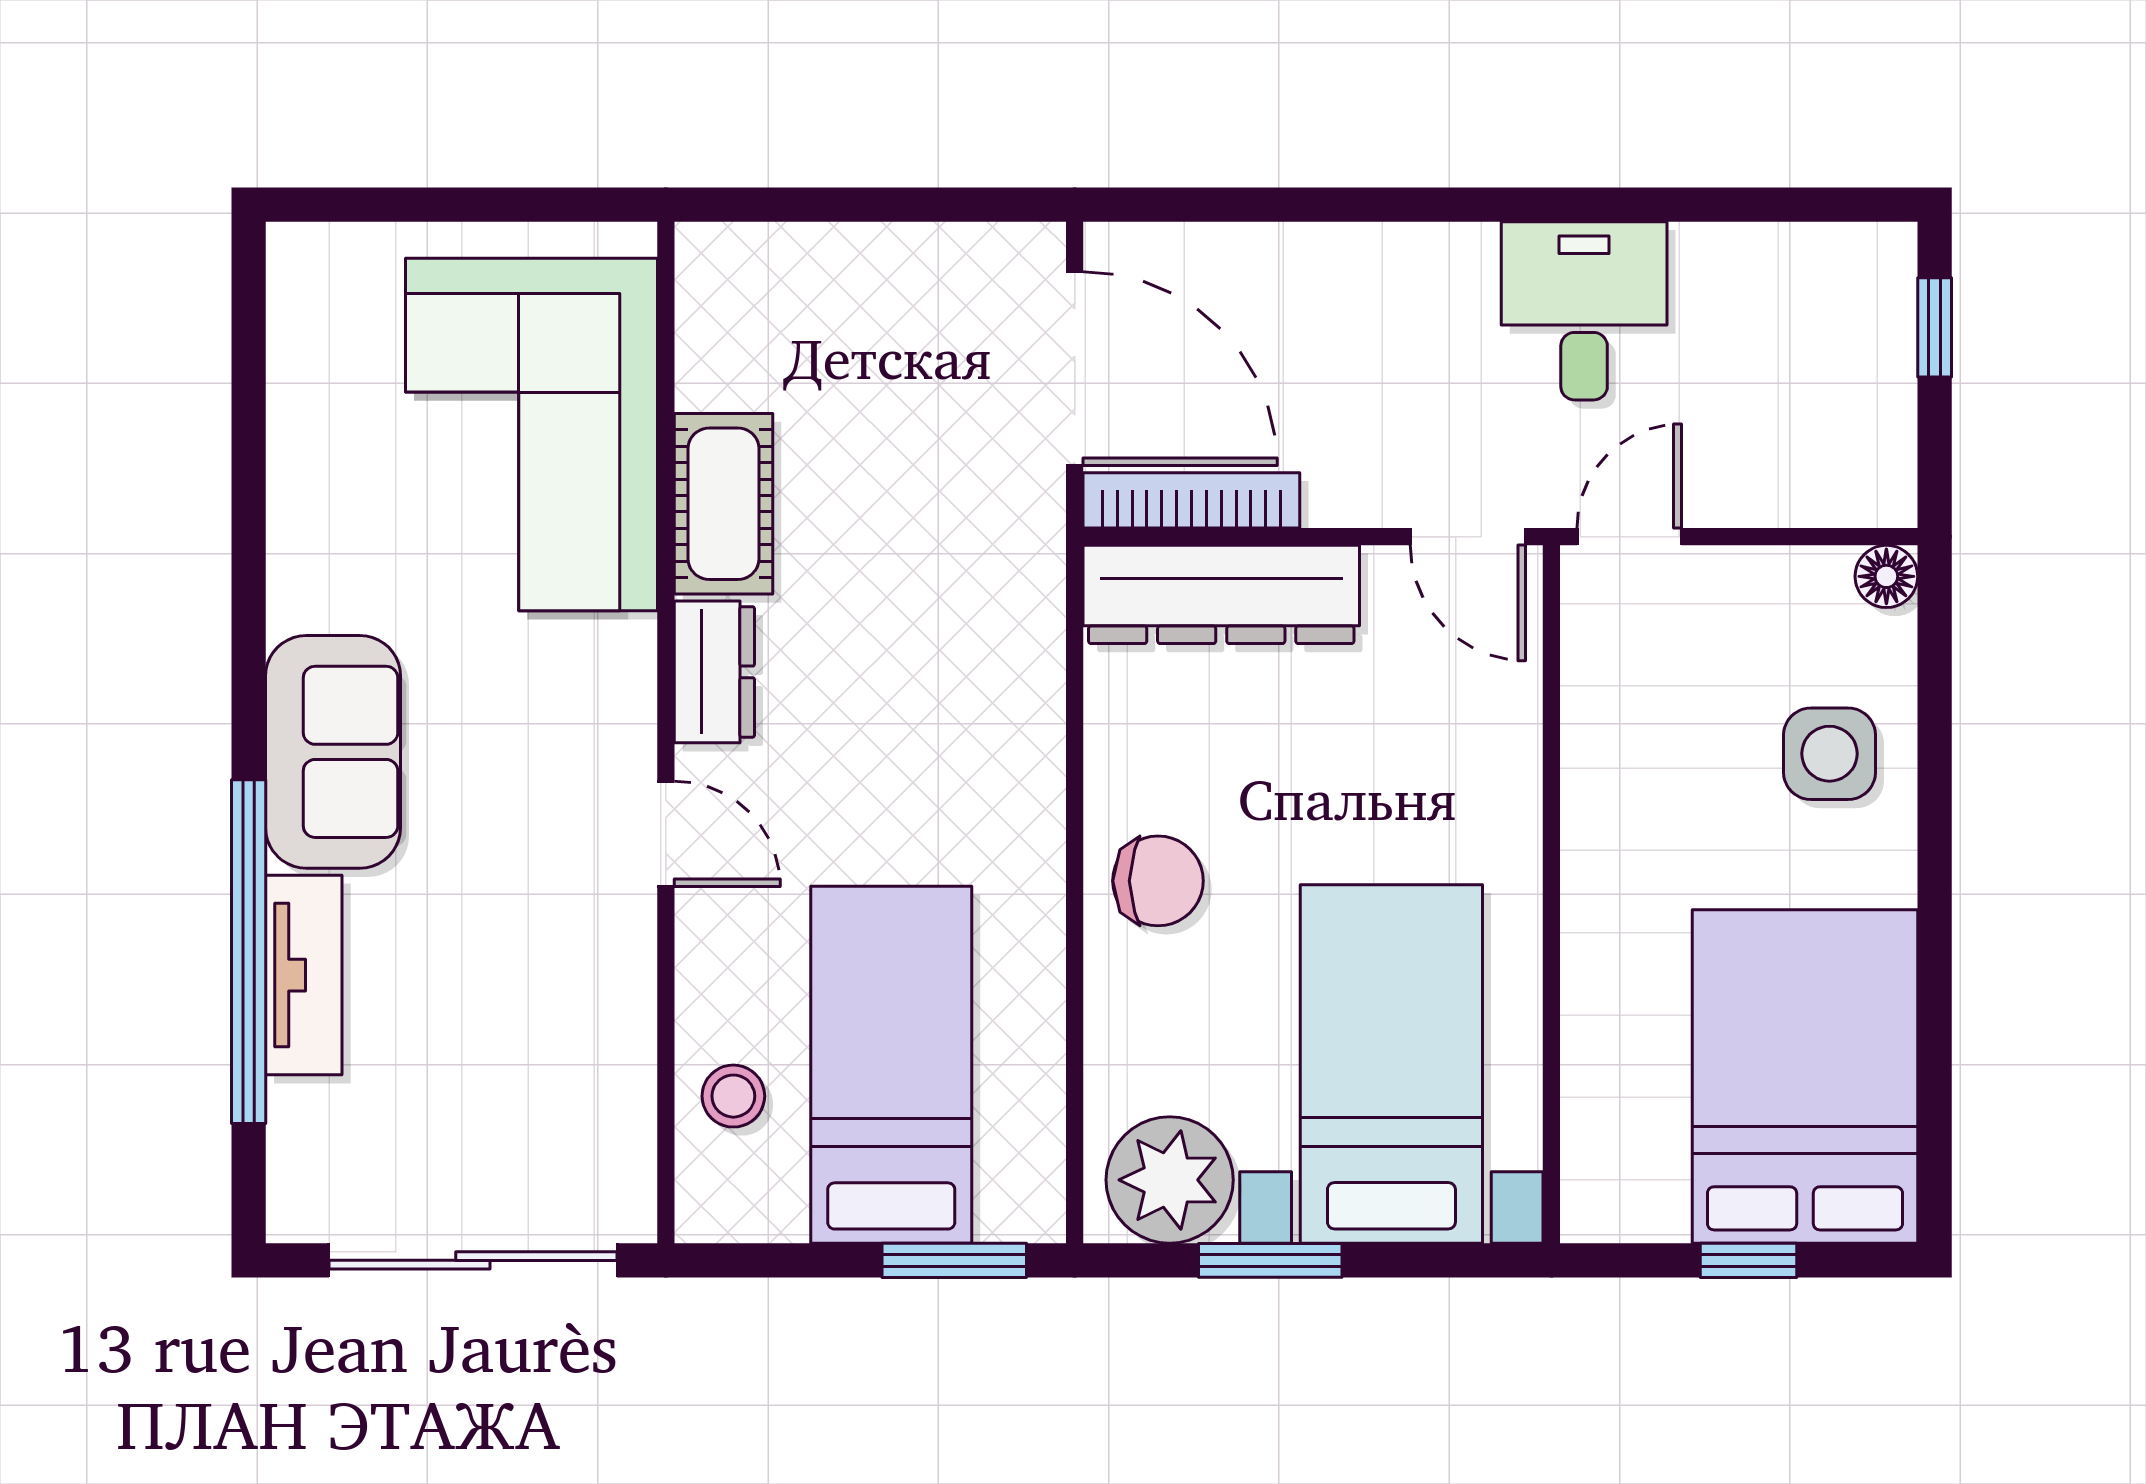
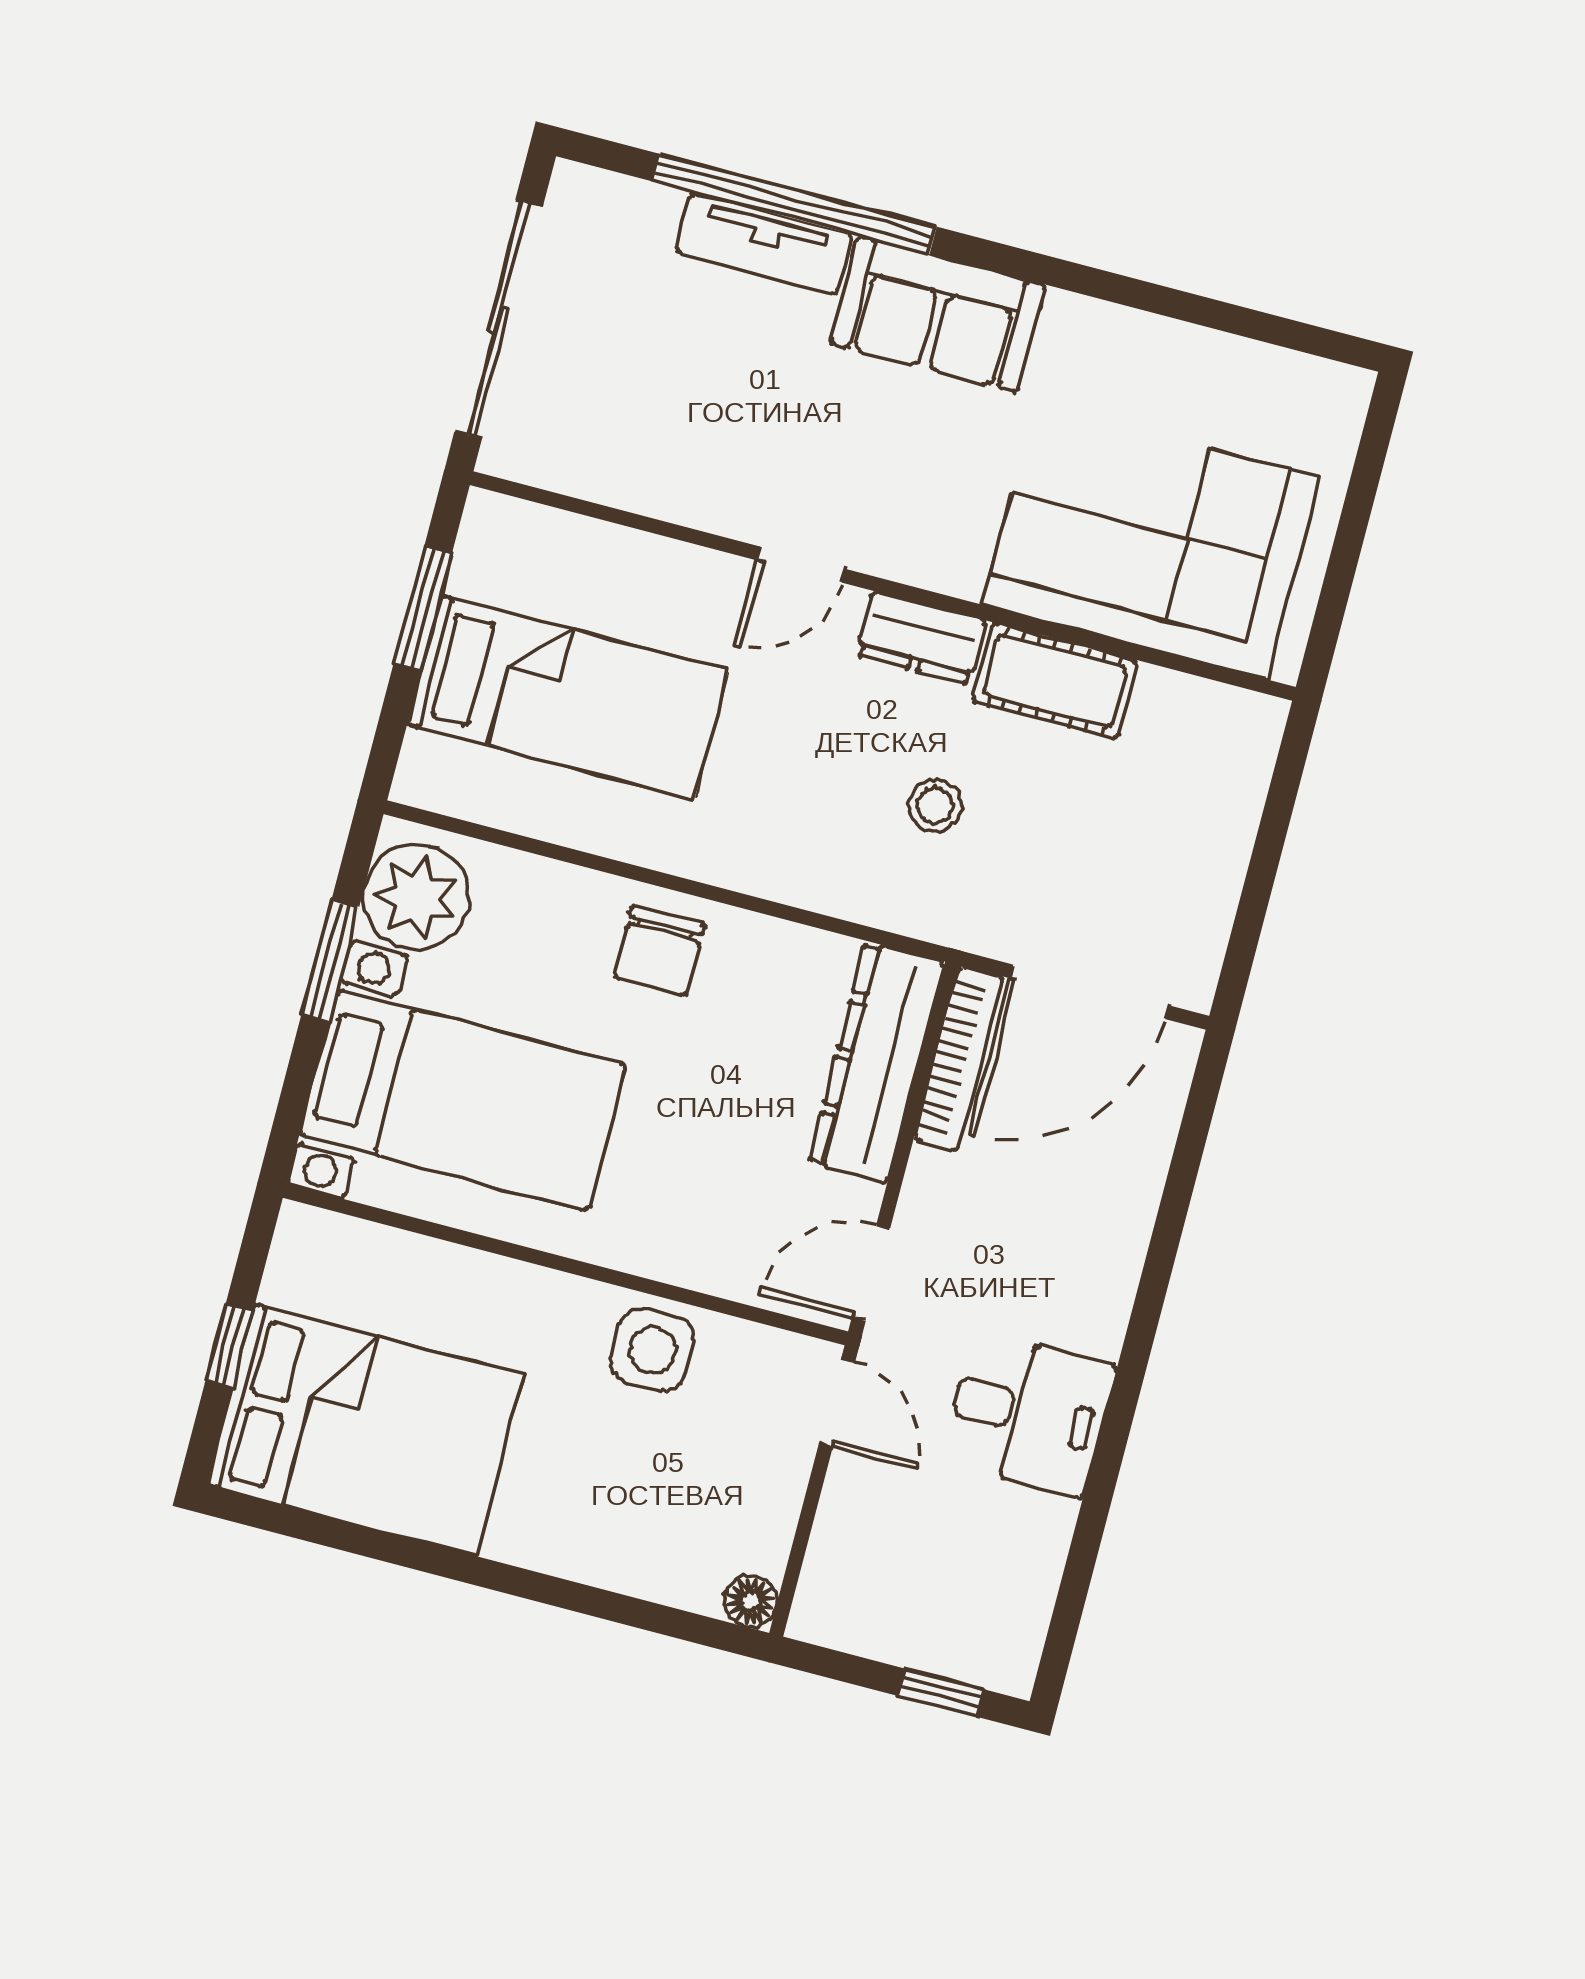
side table: (1829, 754) -> (652, 1350), moved
stool: (733, 1096) -> (935, 805), moved
window: (954, 1260) -> (423, 609), moved

